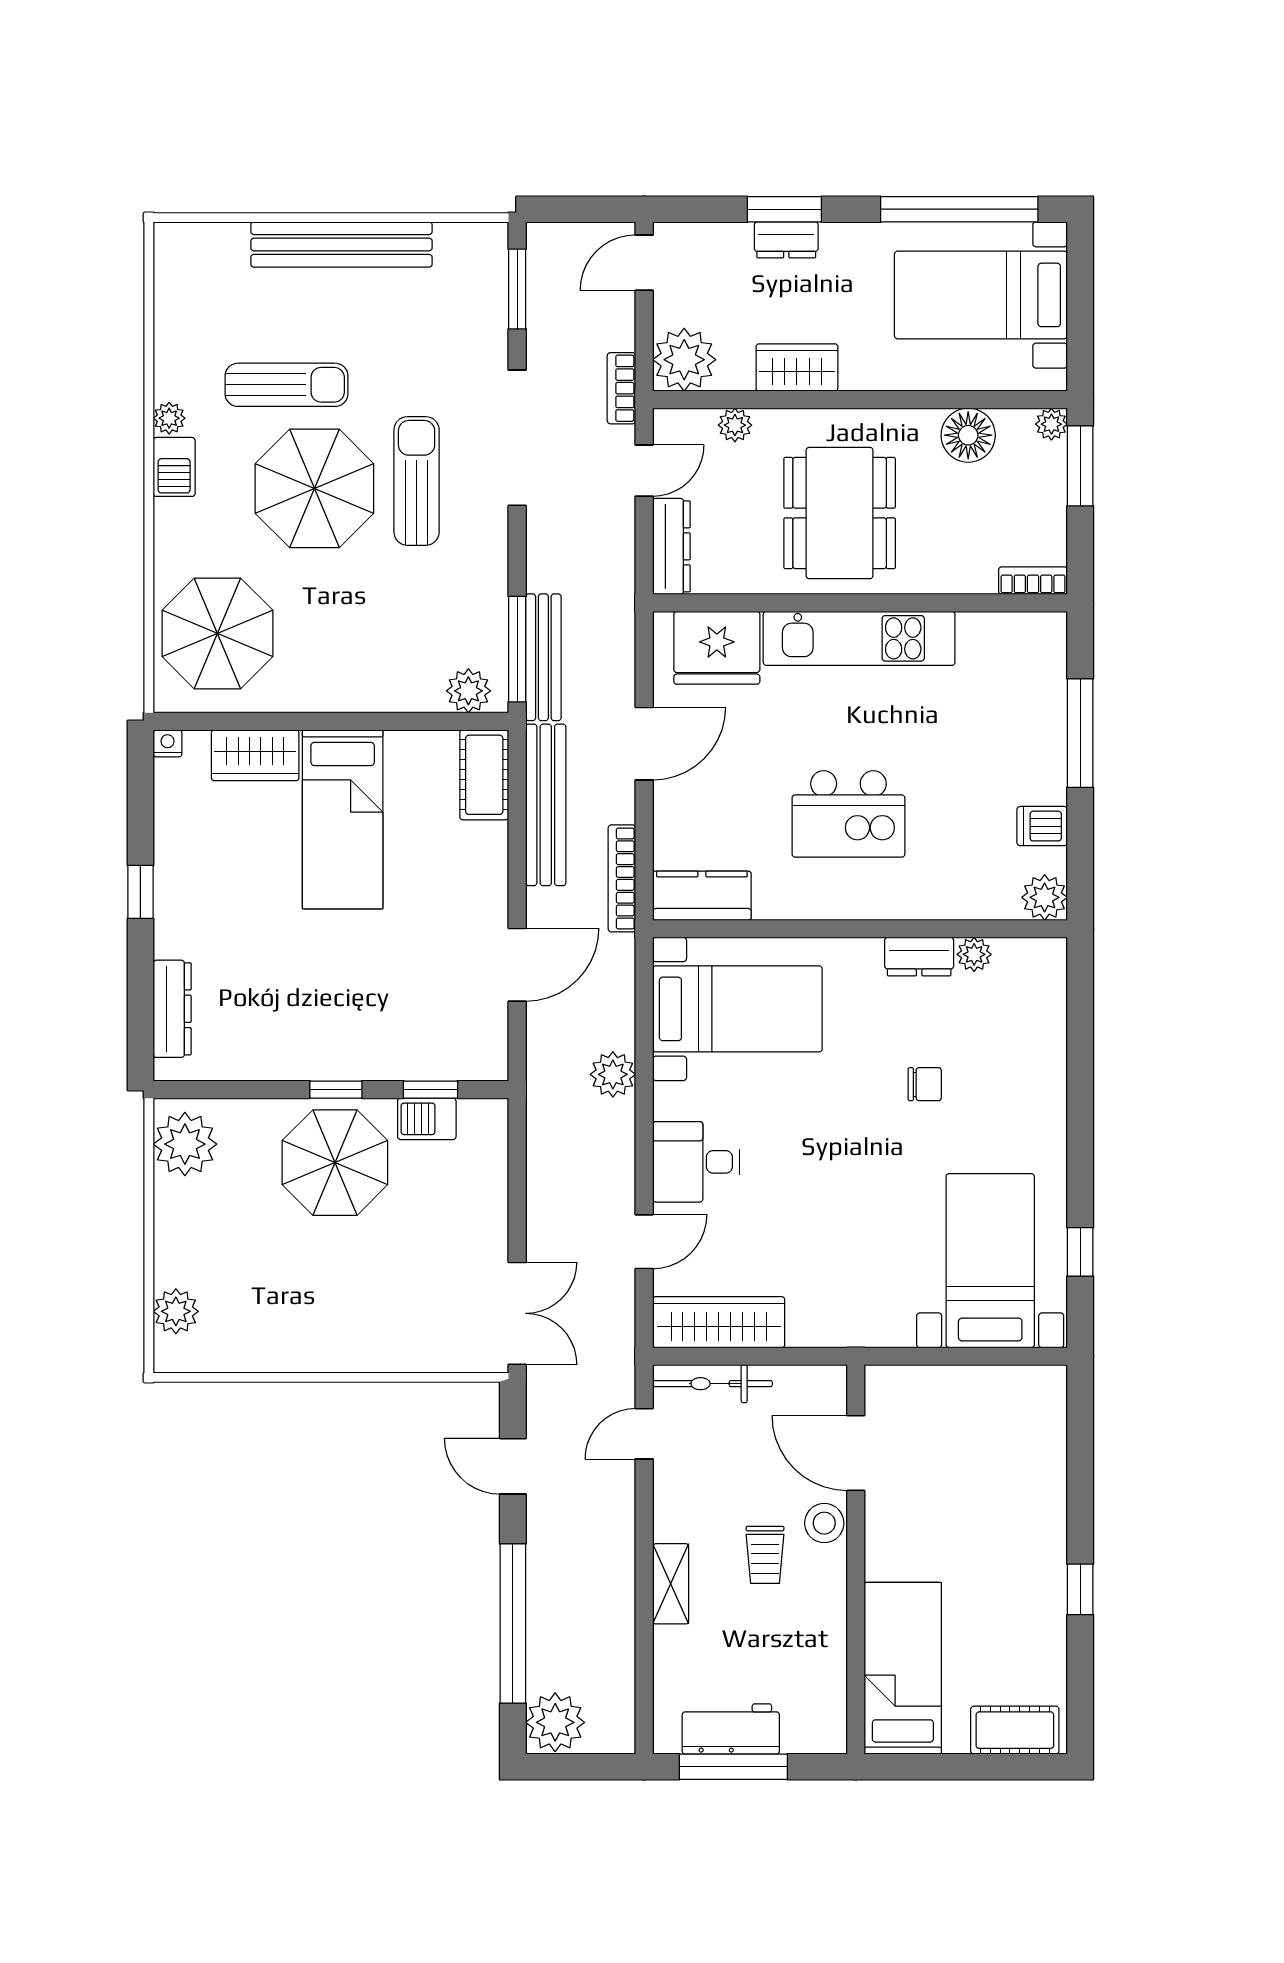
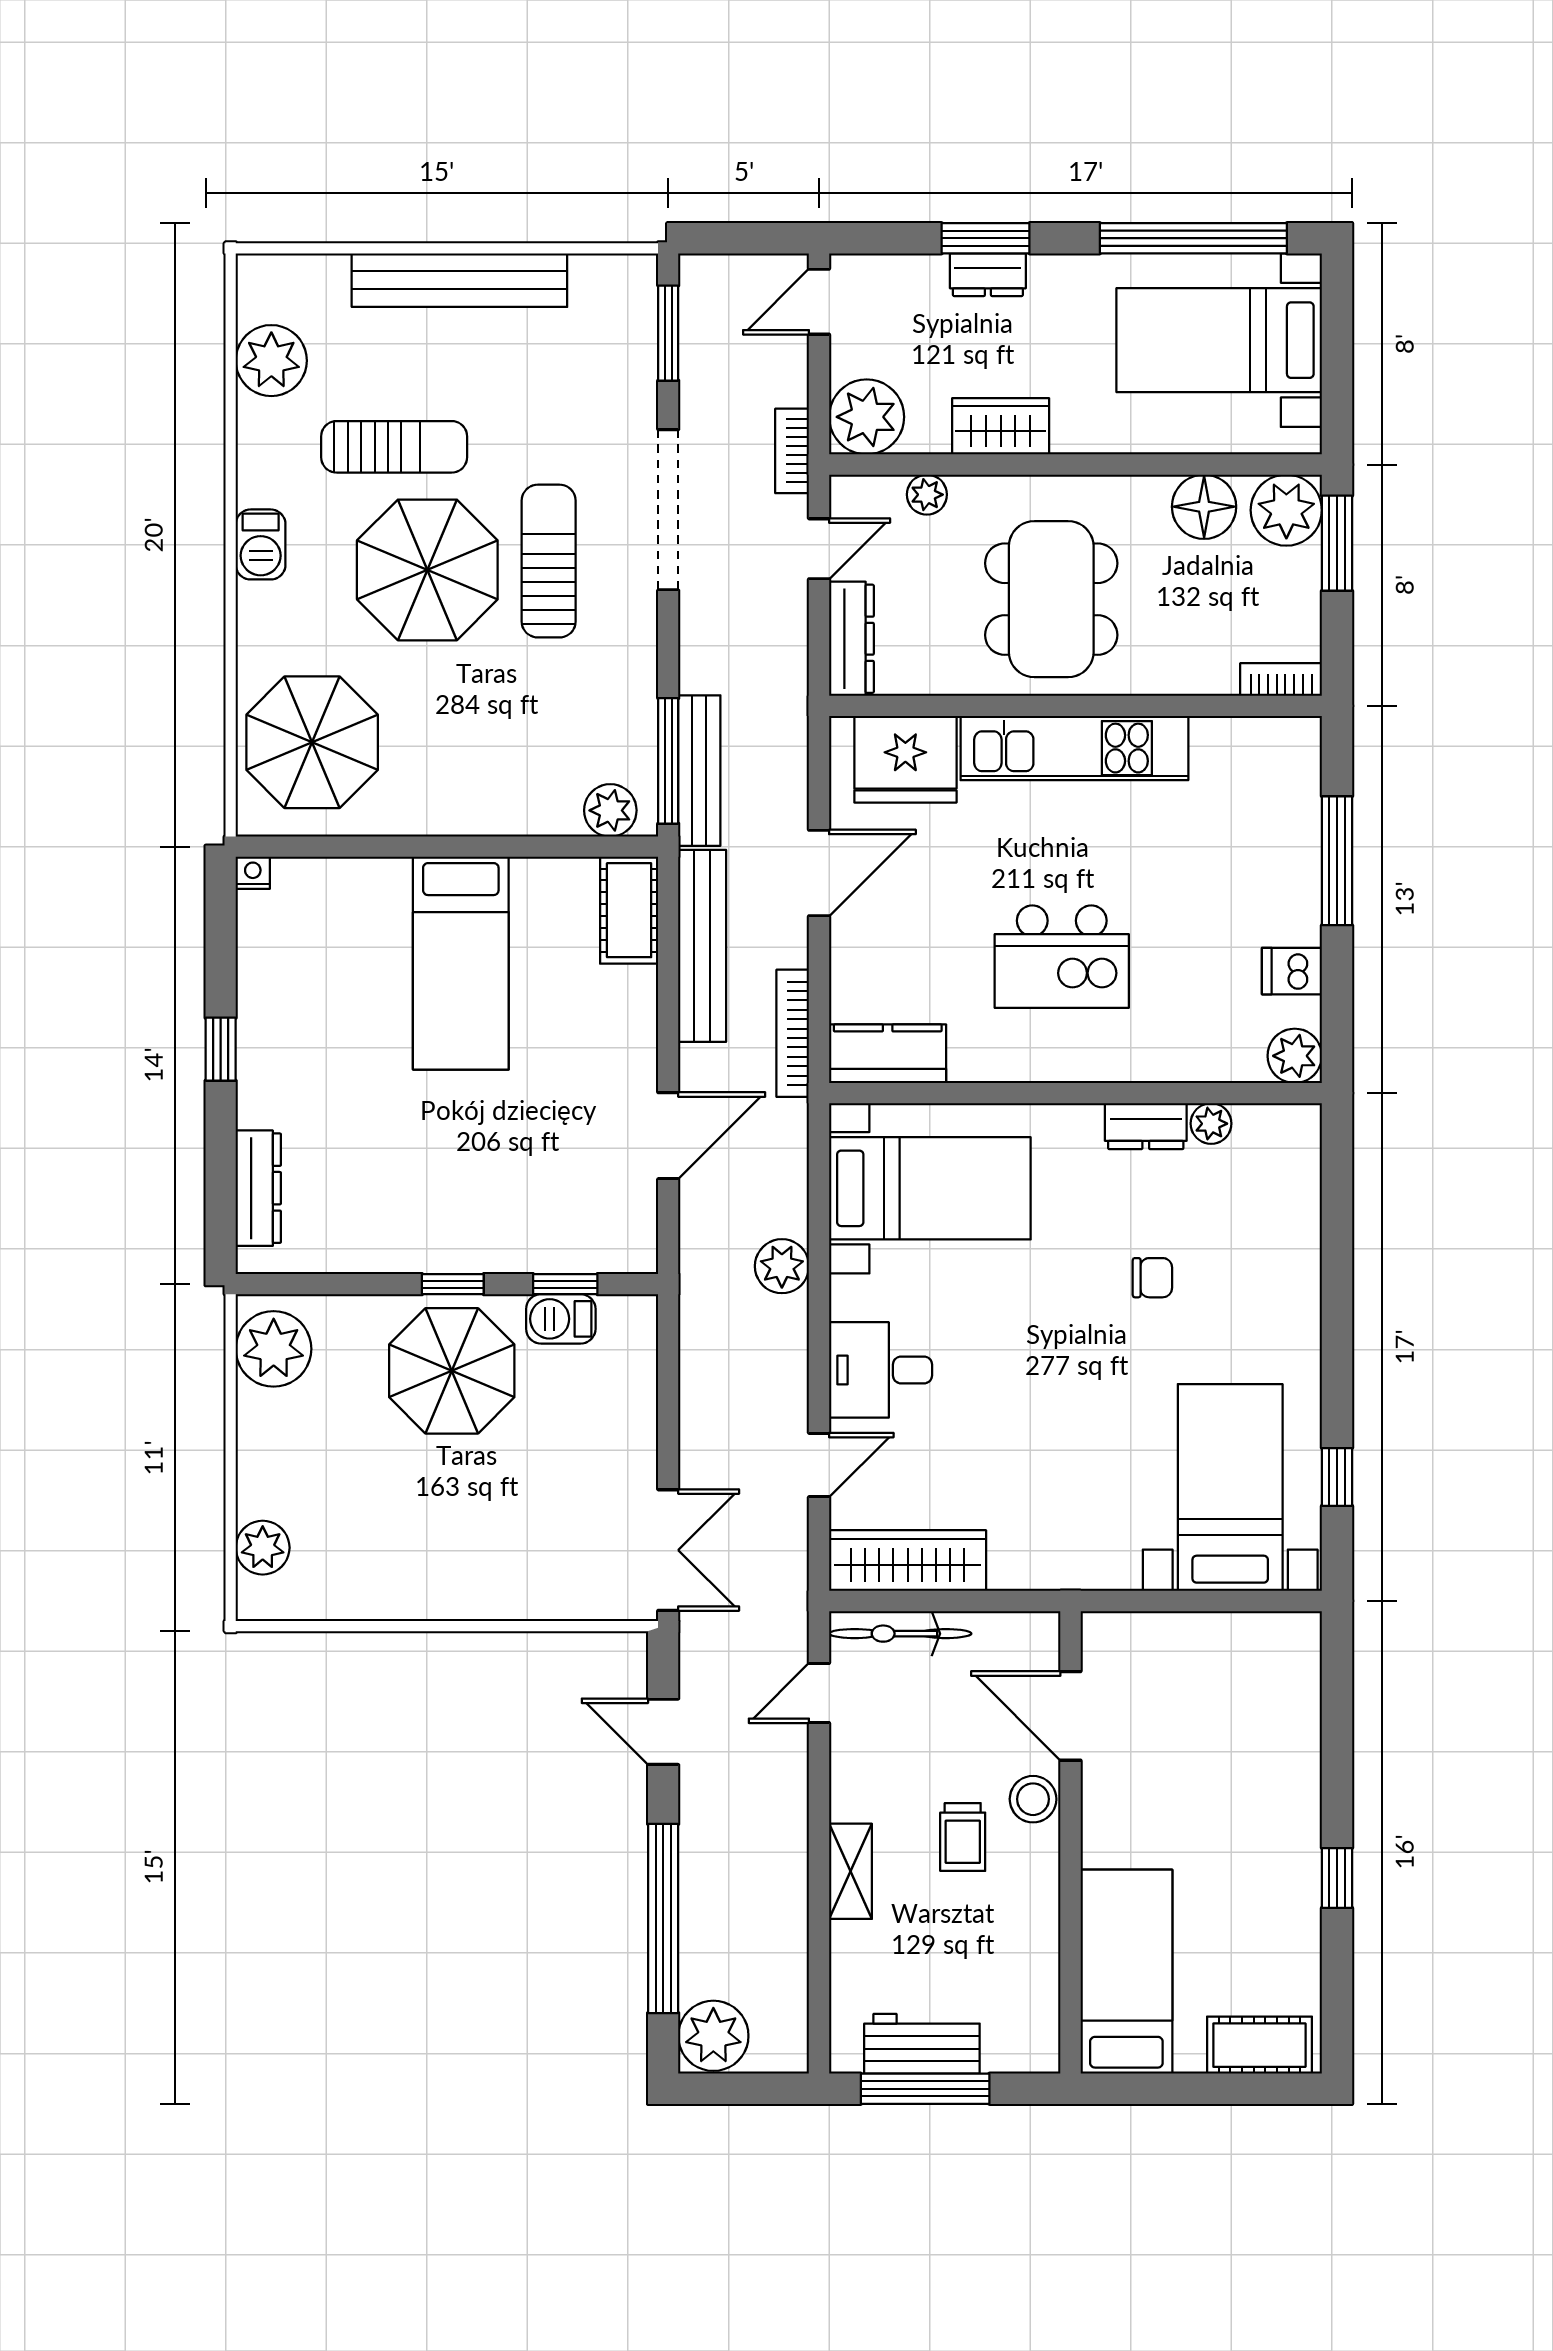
plant: (169, 418) -> (271, 361), moved, width x1.87, depth x1.87
plant: (1051, 424) -> (1286, 510), width x1.88, depth x1.88
wardrobe: (255, 755) -> (357, 887), removed

